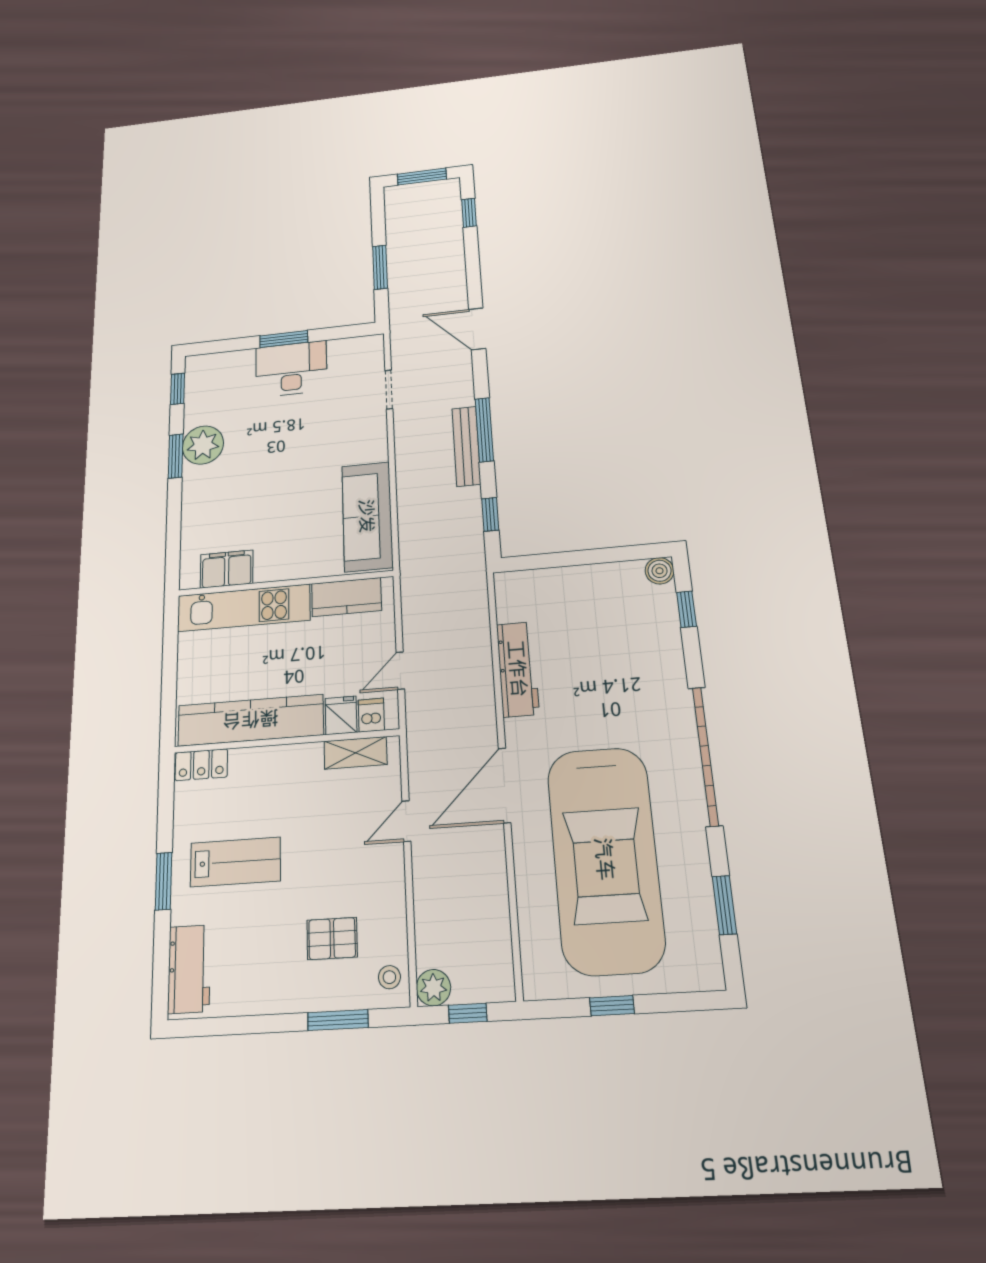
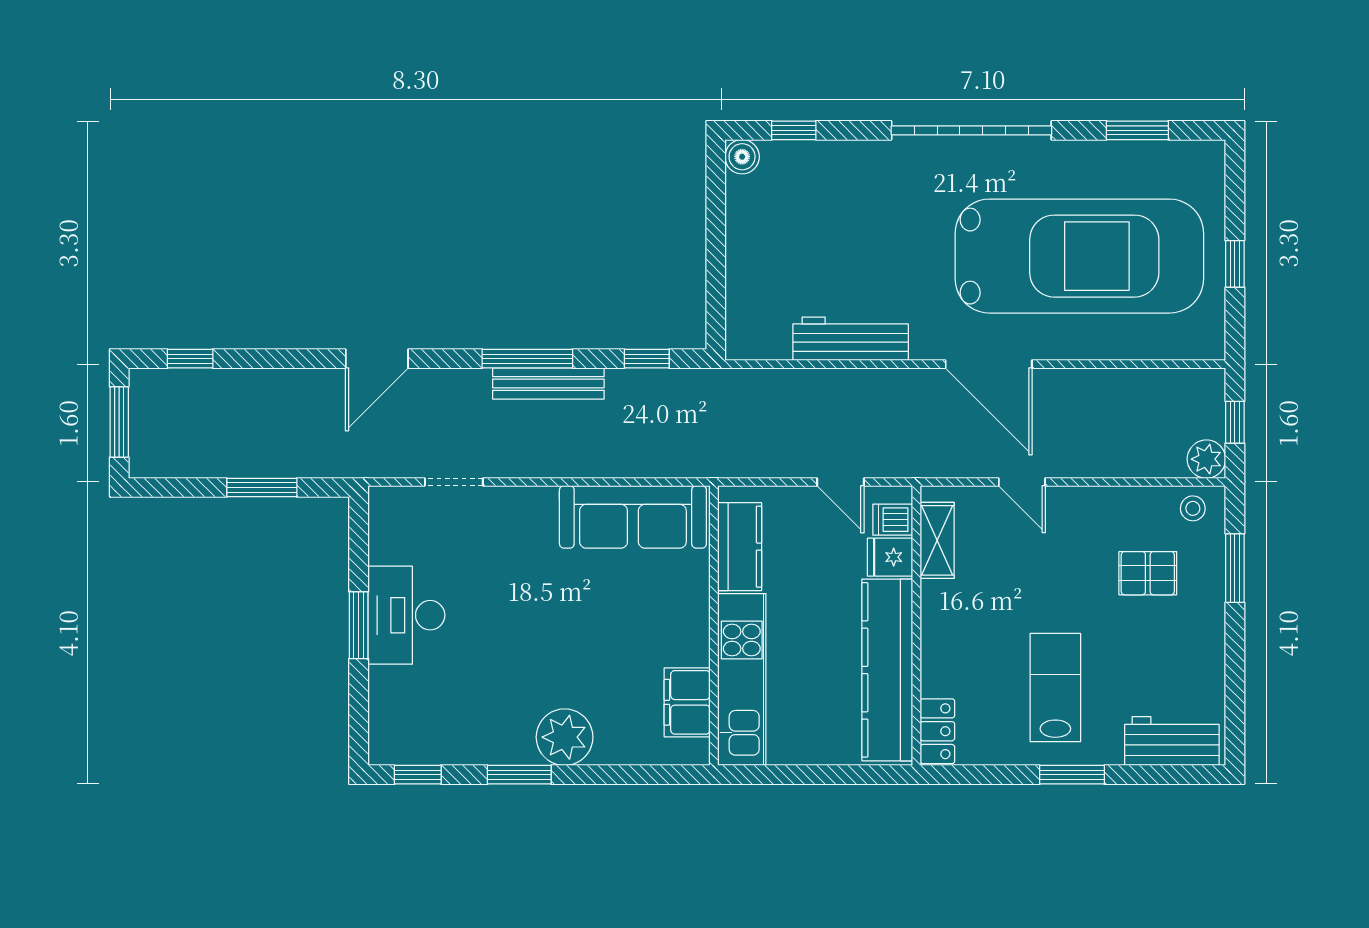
plant: (203, 445) -> (565, 737), moved
pallet: (332, 938) -> (1148, 573), turned 90

